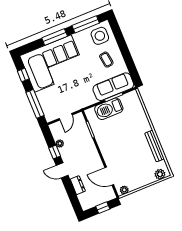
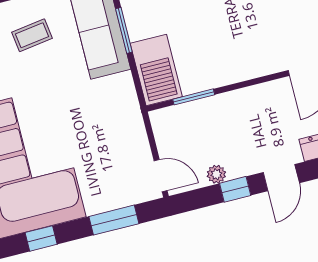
window: (35, 104) -> (114, 220), width x0.69
barbecue: (109, 109) -> (156, 70), moved
door: (66, 117) -> (161, 176), moved

